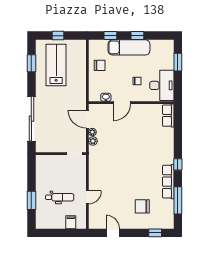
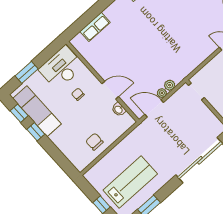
window: (110, 36) -> (19, 113), moved
exam couch: (129, 47) -> (37, 111), moved
lab bench: (56, 65) -> (130, 182), turned 180
row of seats: (168, 116) -> (95, 27), moved
door: (87, 119) -> (154, 108), swing flipped

